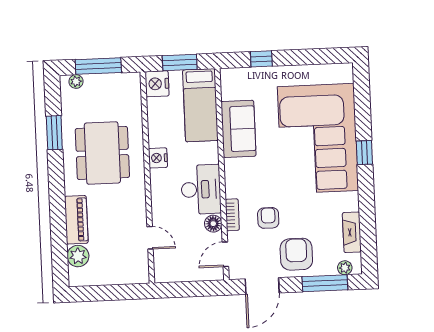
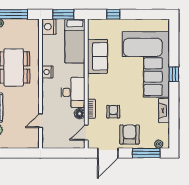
fireplace: (352, 232) -> (164, 111), moved
door: (150, 238) -> (41, 121), swing flipped

